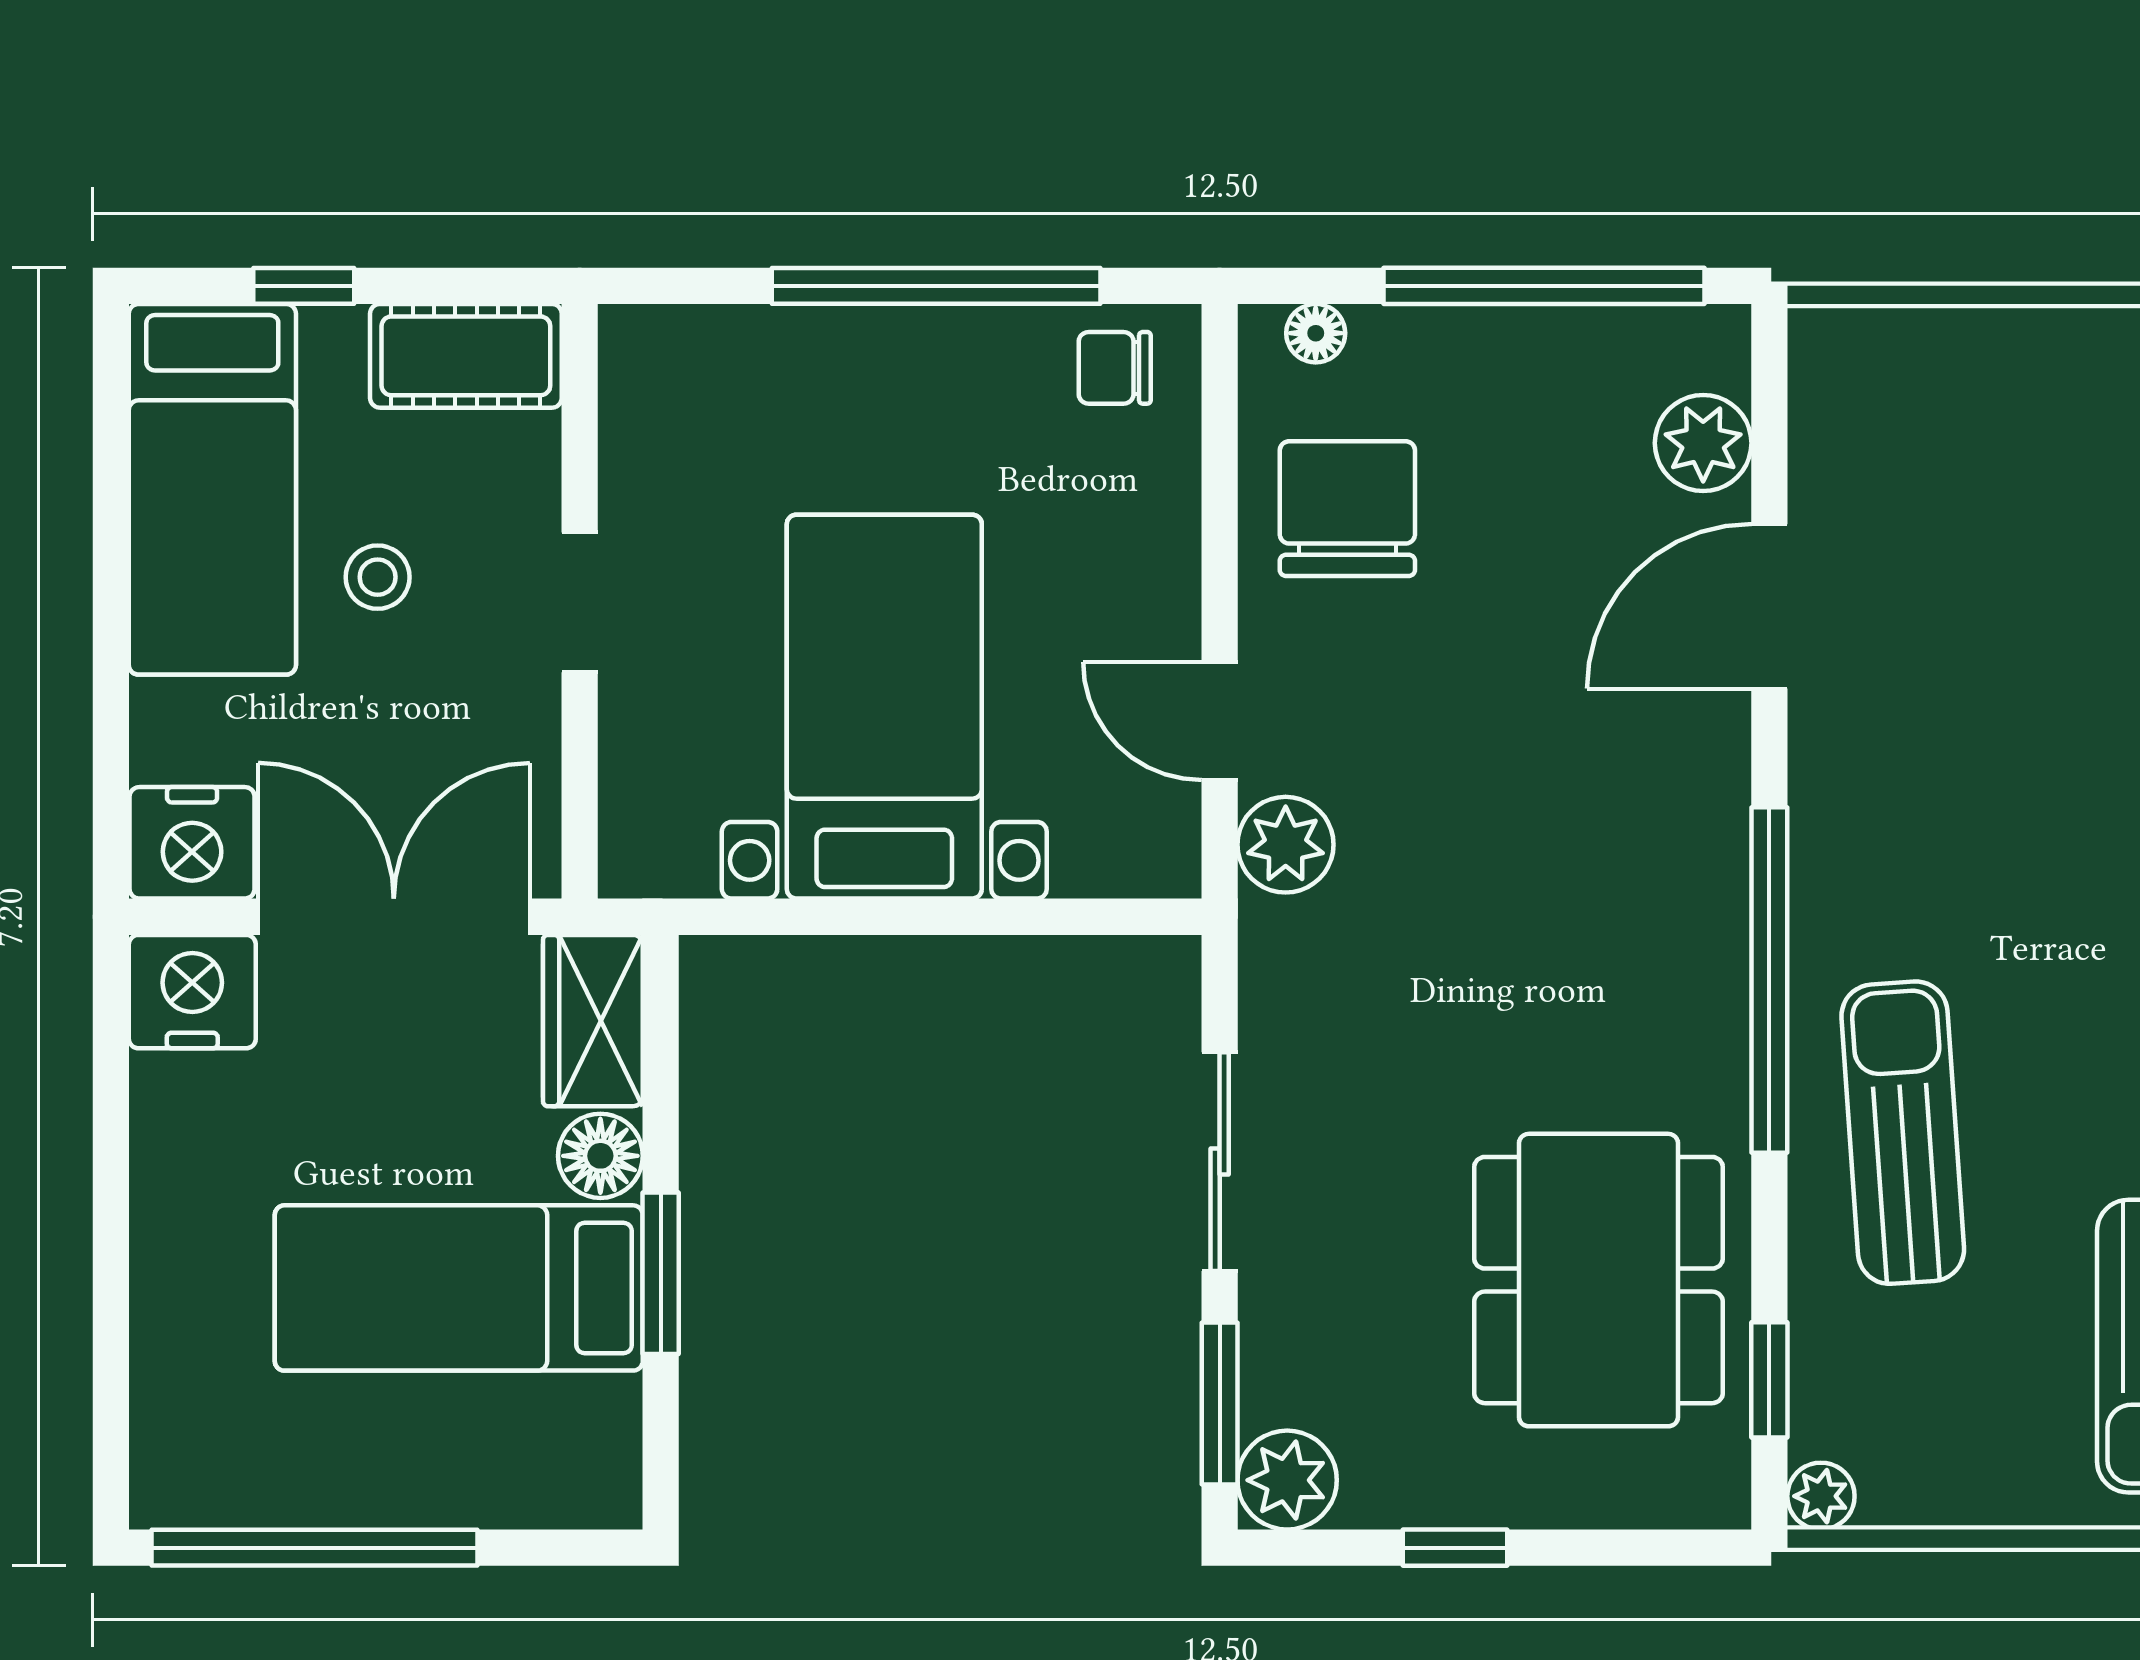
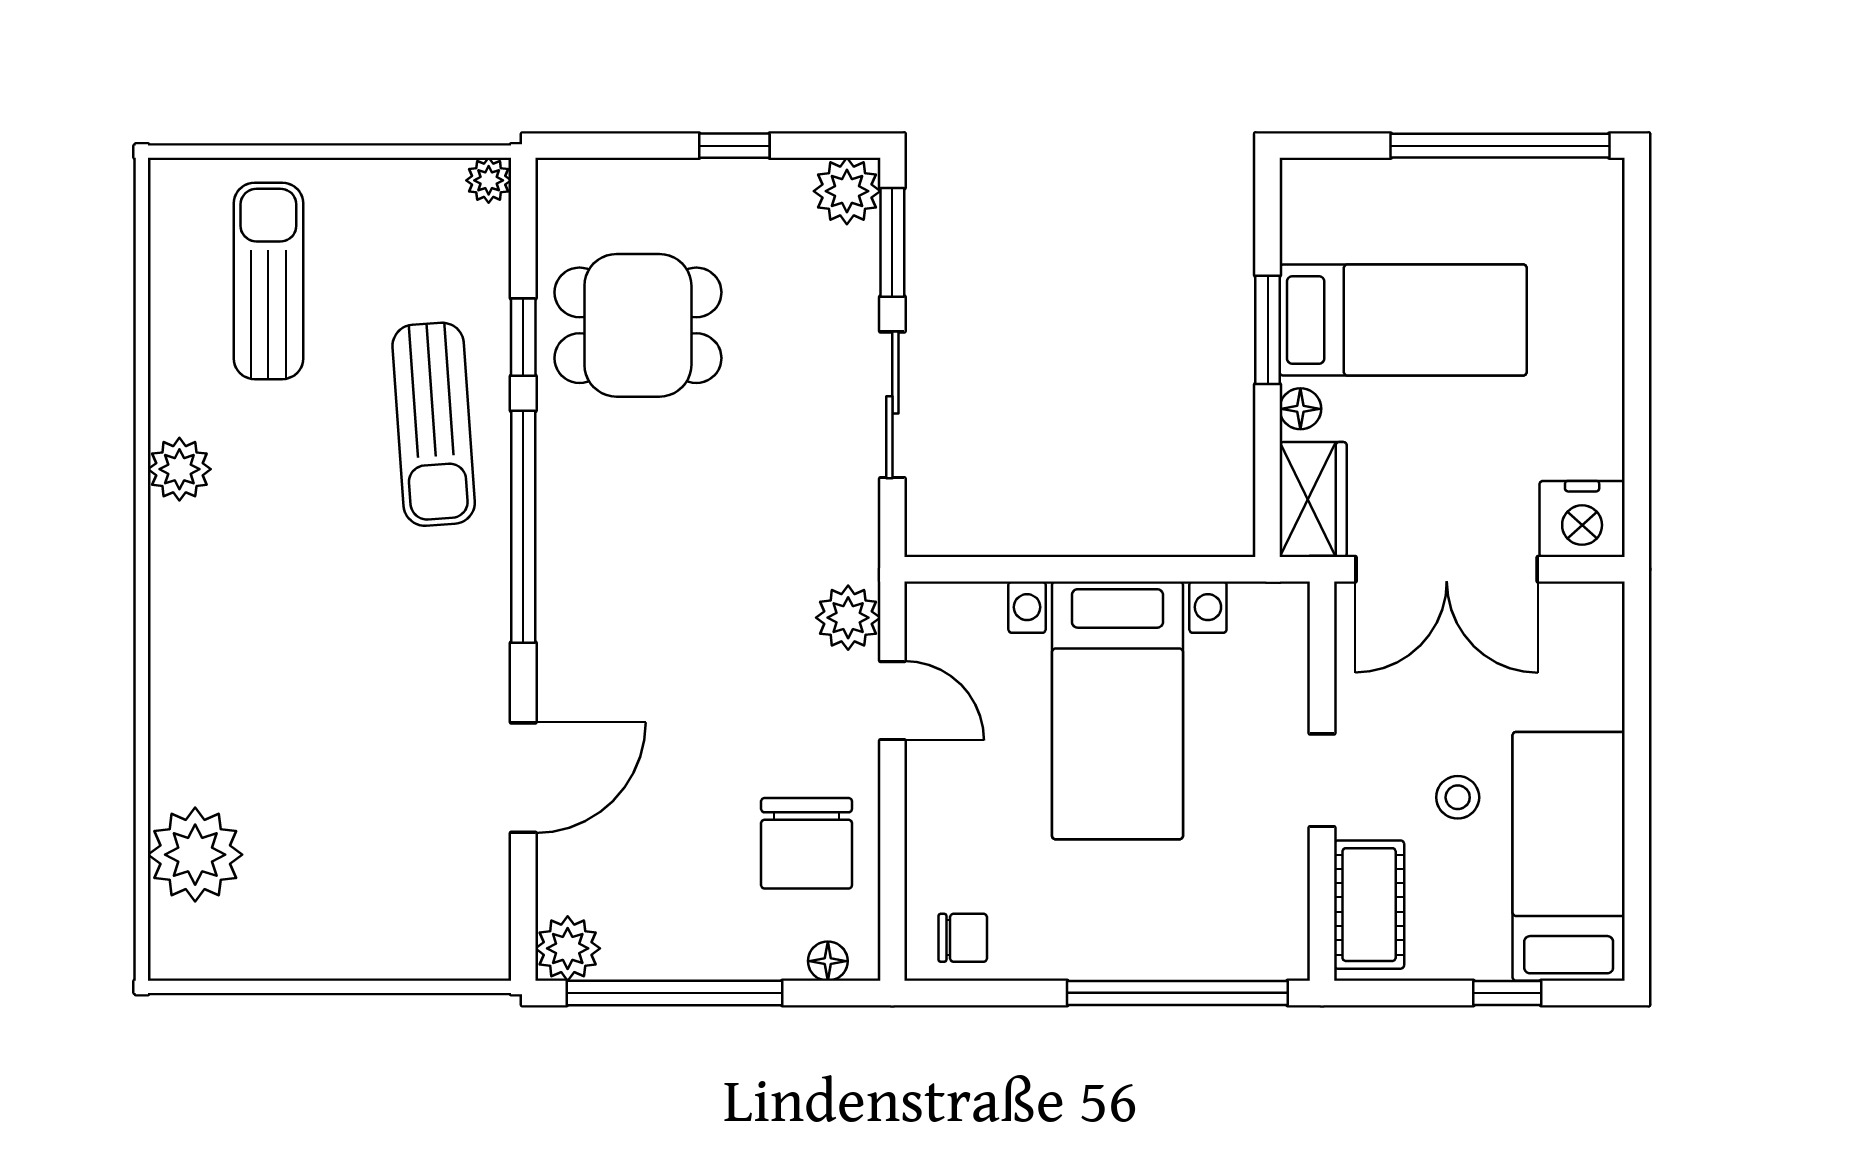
window: (936, 286) -> (1177, 993), moved
cot: (466, 356) -> (1369, 905), moved, turned 90
plant: (1703, 443) -> (568, 948), moved
nightstand: (192, 843) -> (1582, 619), removed
floor lamp: (600, 1156) -> (1300, 409), width x0.73, depth x0.73
dining table: (1599, 1280) -> (638, 325), width x0.73
window: (1769, 1380) -> (523, 337), moved

